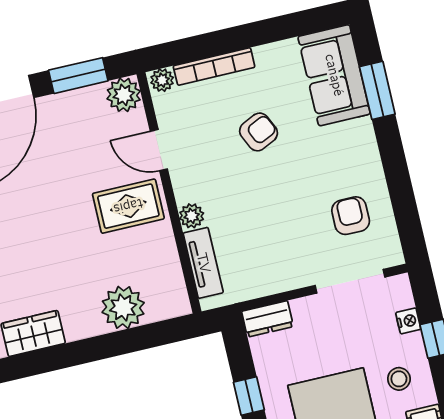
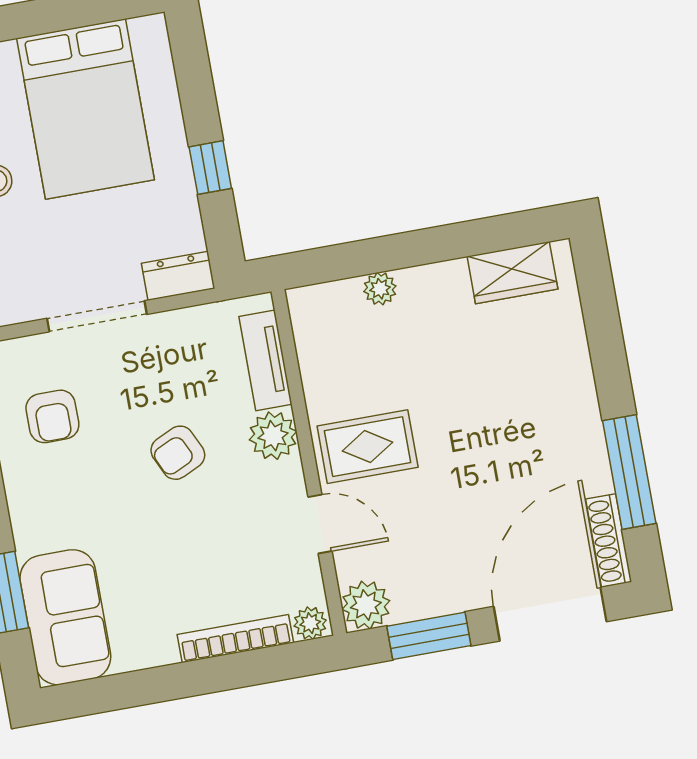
armchair: (259, 132) -> (178, 453), moved
plant: (192, 216) -> (273, 436), width x1.38, depth x1.38
doorway: (350, 281) -> (97, 316), moved
plant: (123, 307) -> (380, 289), width x0.53, depth x0.53

